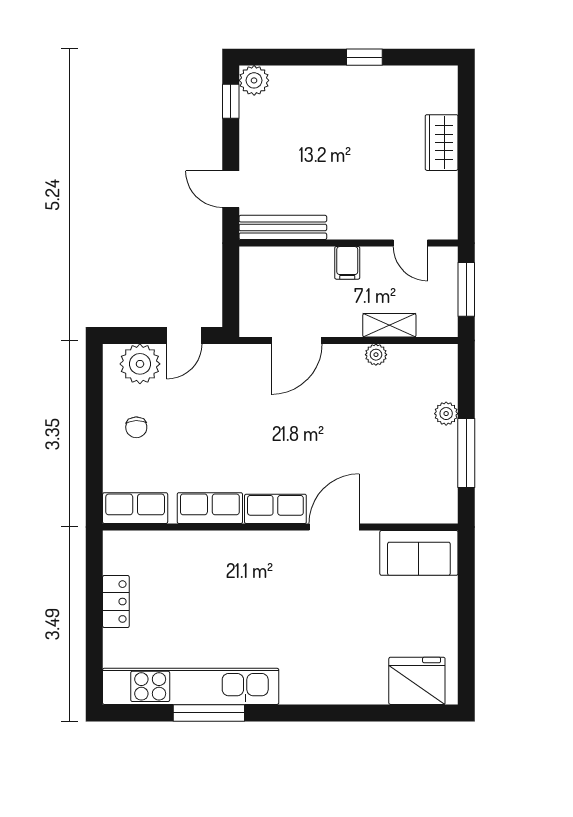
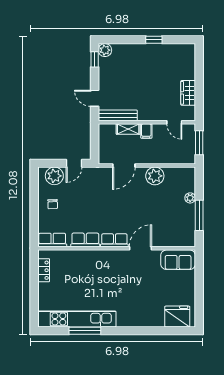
wardrobe: (442, 143) -> (188, 93), moved
shelving: (389, 325) -> (128, 129), moved
plant: (376, 355) -> (155, 176), width x1.88, depth x1.88
locker: (116, 602) -> (44, 270), moved

